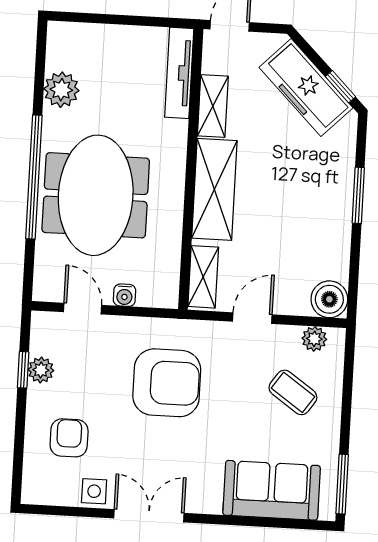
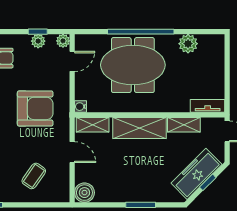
tv unit: (179, 73) -> (208, 106), width x0.71
window: (340, 87) -> (208, 182), moved
water cooler: (125, 295) -> (81, 107), moved
plant: (314, 339) -> (63, 41), moved
armchair: (167, 383) -> (35, 108), turned -90

